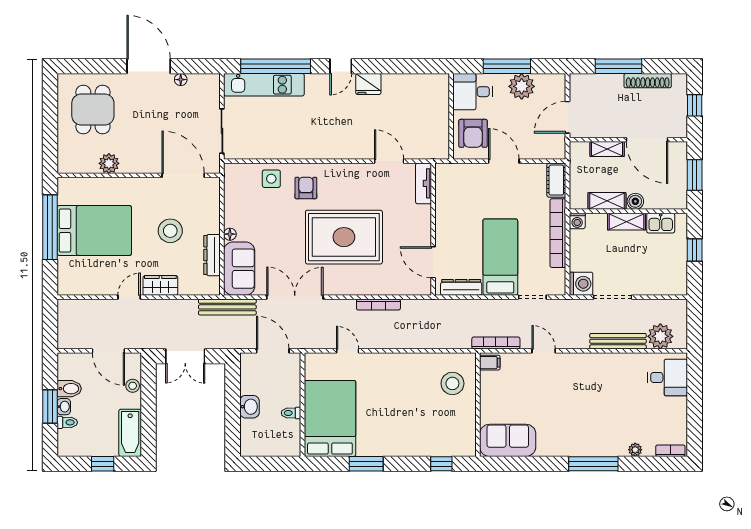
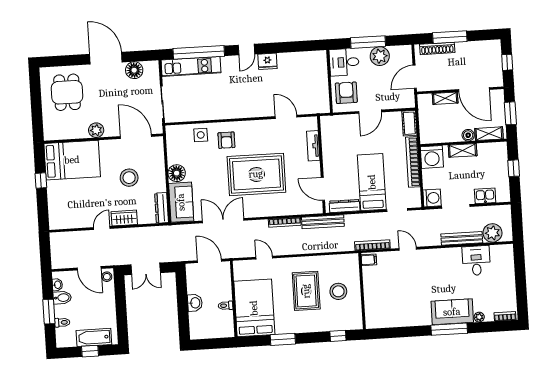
floor lamp: (181, 80) -> (134, 70), width x1.89, depth x1.89
shoe rack: (648, 81) -> (437, 48), moved
armchair: (473, 133) -> (346, 93), turned 180
door: (504, 161) -> (370, 112), swing flipped
plant: (109, 163) -> (96, 130), moved
tv unit: (424, 183) -> (313, 146), moved
armchair: (306, 188) -> (226, 140), turned 180
shelving: (607, 201) -> (489, 134), moved
washing machine: (577, 221) -> (432, 157), width x1.89, depth x1.89
kitchen sink: (661, 223) -> (485, 196), moved, turned 180
window: (50, 227) -> (41, 180), width x0.32
bed: (94, 230) -> (72, 160), moved
floor lamp: (230, 234) -> (177, 173), width x1.89, depth x1.89
dresser: (212, 255) -> (162, 208), moved
bench: (227, 307) -> (323, 222), moved
desk: (668, 377) -> (476, 261), moved, turned -90
stool: (452, 383) -> (338, 291), moved
stool: (133, 386) -> (107, 277), moved
rug: (402, 400) -> (306, 291), added
washbasin: (64, 407) -> (57, 285), moved
bathtub: (130, 433) -> (94, 337), moved, turned 90
sofa: (508, 440) -> (452, 312), moved

